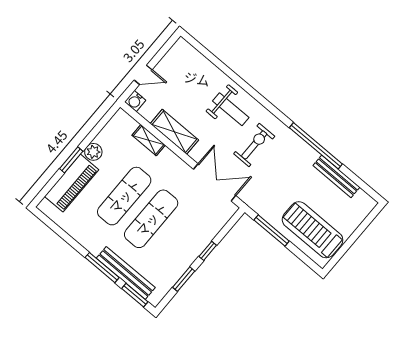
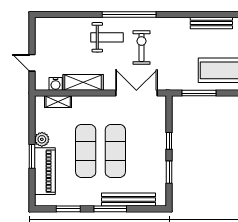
door: (143, 75) -> (32, 63), swing flipped
water cooler: (135, 101) -> (56, 84), moved
shelving: (149, 140) -> (58, 102), moved
window: (316, 146) -> (129, 14), moved
window: (135, 295) -> (68, 209), moved

